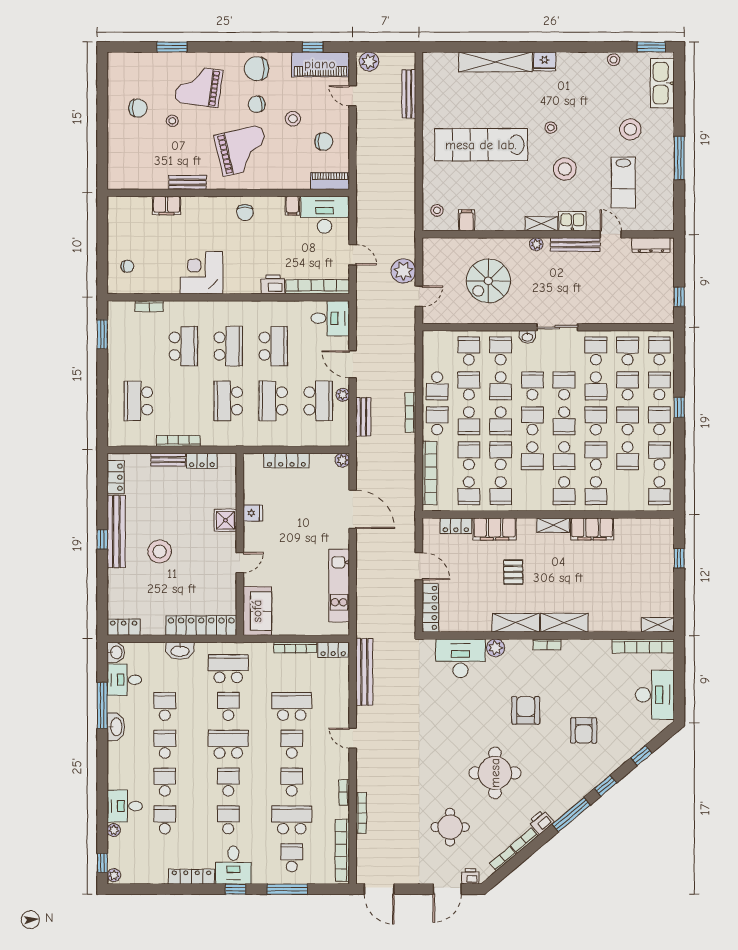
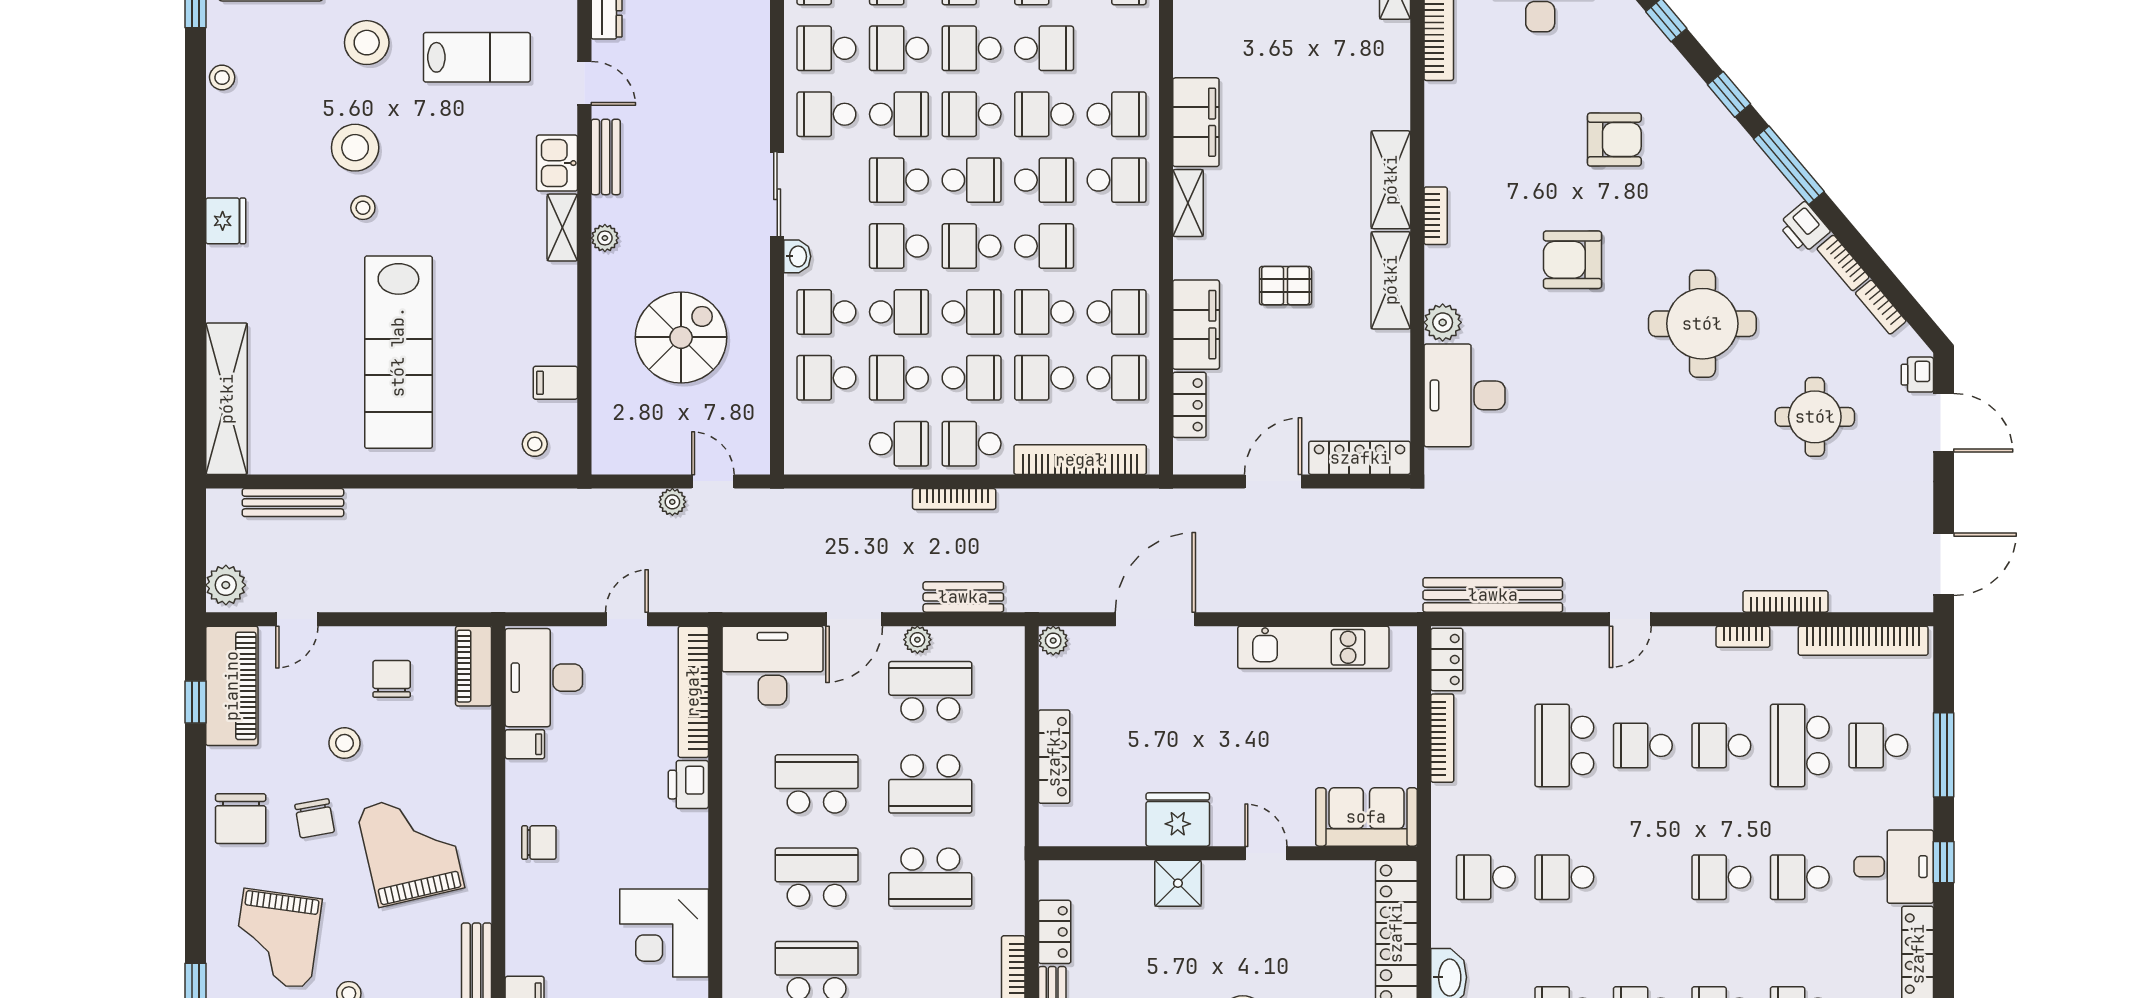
shelving: (495, 62) -> (227, 399), moved
stool: (565, 169) -> (355, 148), moved
door: (611, 234) -> (584, 83), swing flipped
bench: (575, 245) -> (606, 157), width x0.73
plant: (403, 271) -> (672, 502), width x0.53, depth x0.53
spiral stairs: (488, 281) -> (681, 337), turned -90
desk: (330, 318) -> (772, 666), width x1.37
fridge: (253, 513) -> (1178, 819), width x1.88, depth x1.34
school desk: (228, 669) -> (1486, 877), width x0.54
school desk: (228, 744) -> (1643, 877), removed

